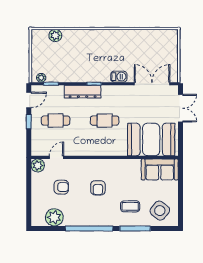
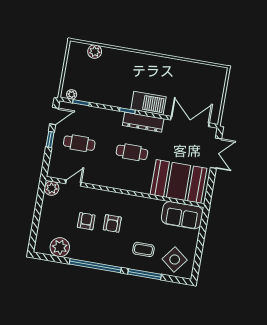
barbecue: (119, 77) -> (148, 103), width x1.88, depth x1.53
dresser: (83, 92) -> (143, 122), moved
armchair: (61, 187) -> (86, 221), moved, turned -90

